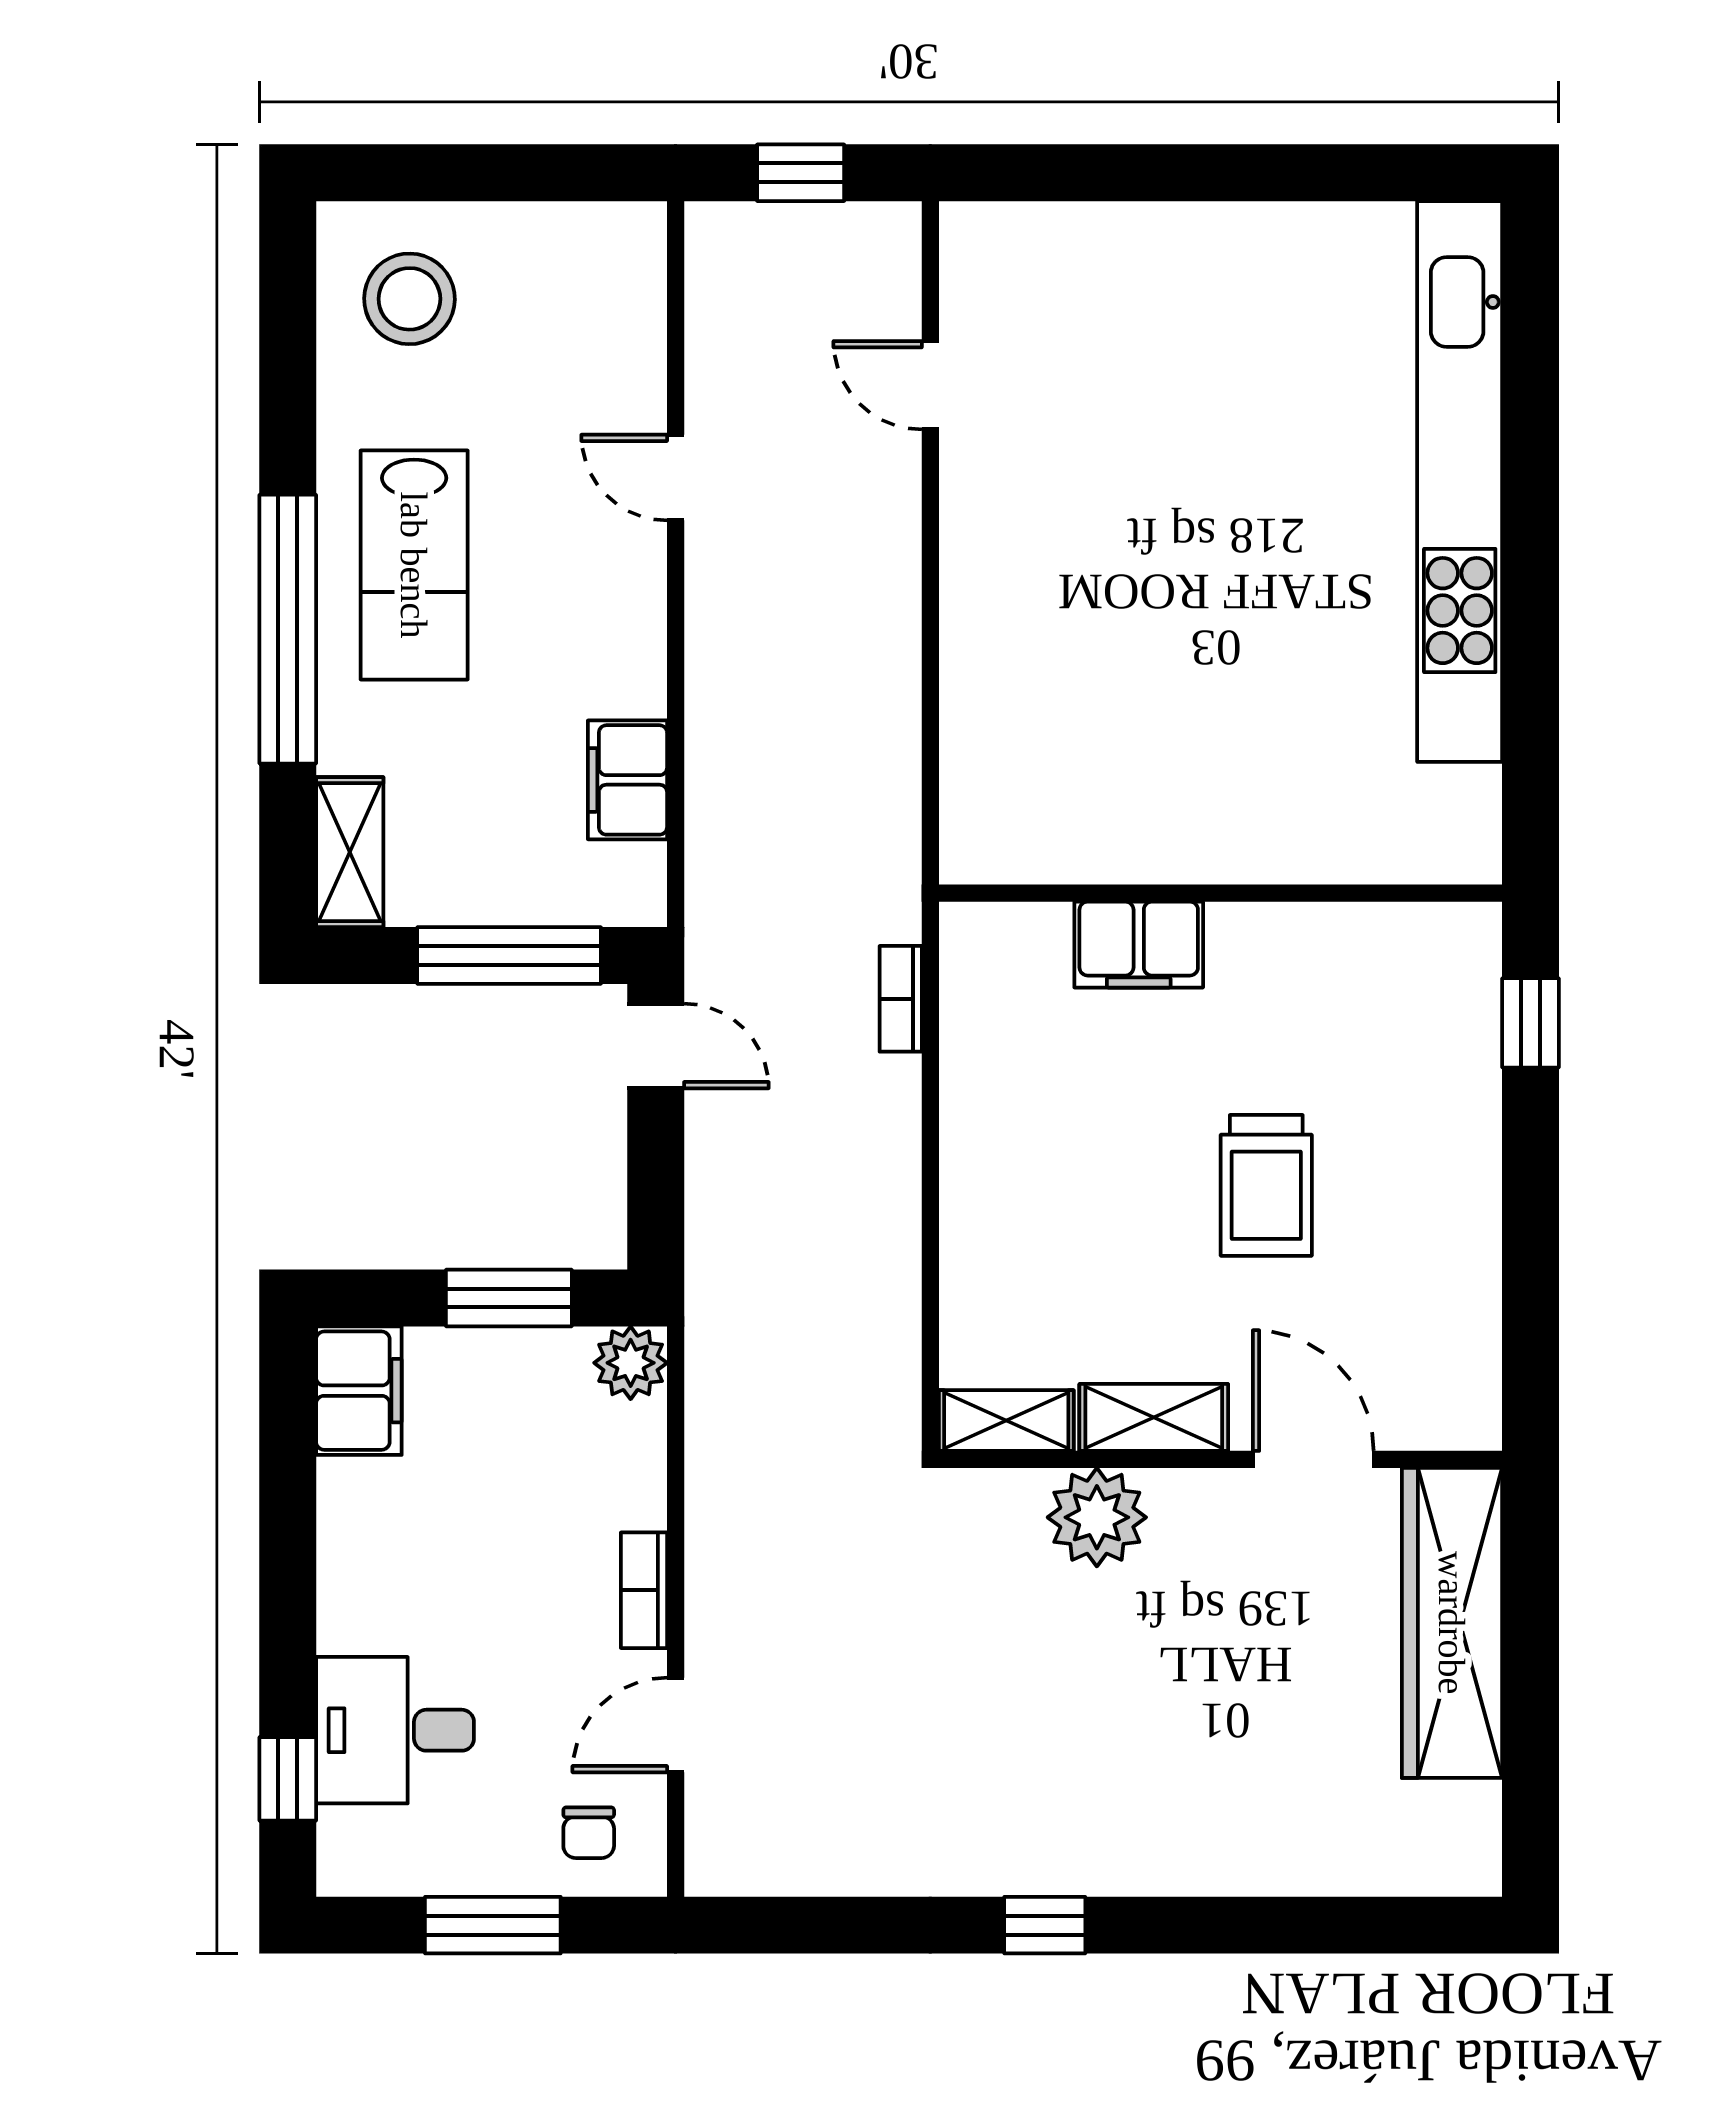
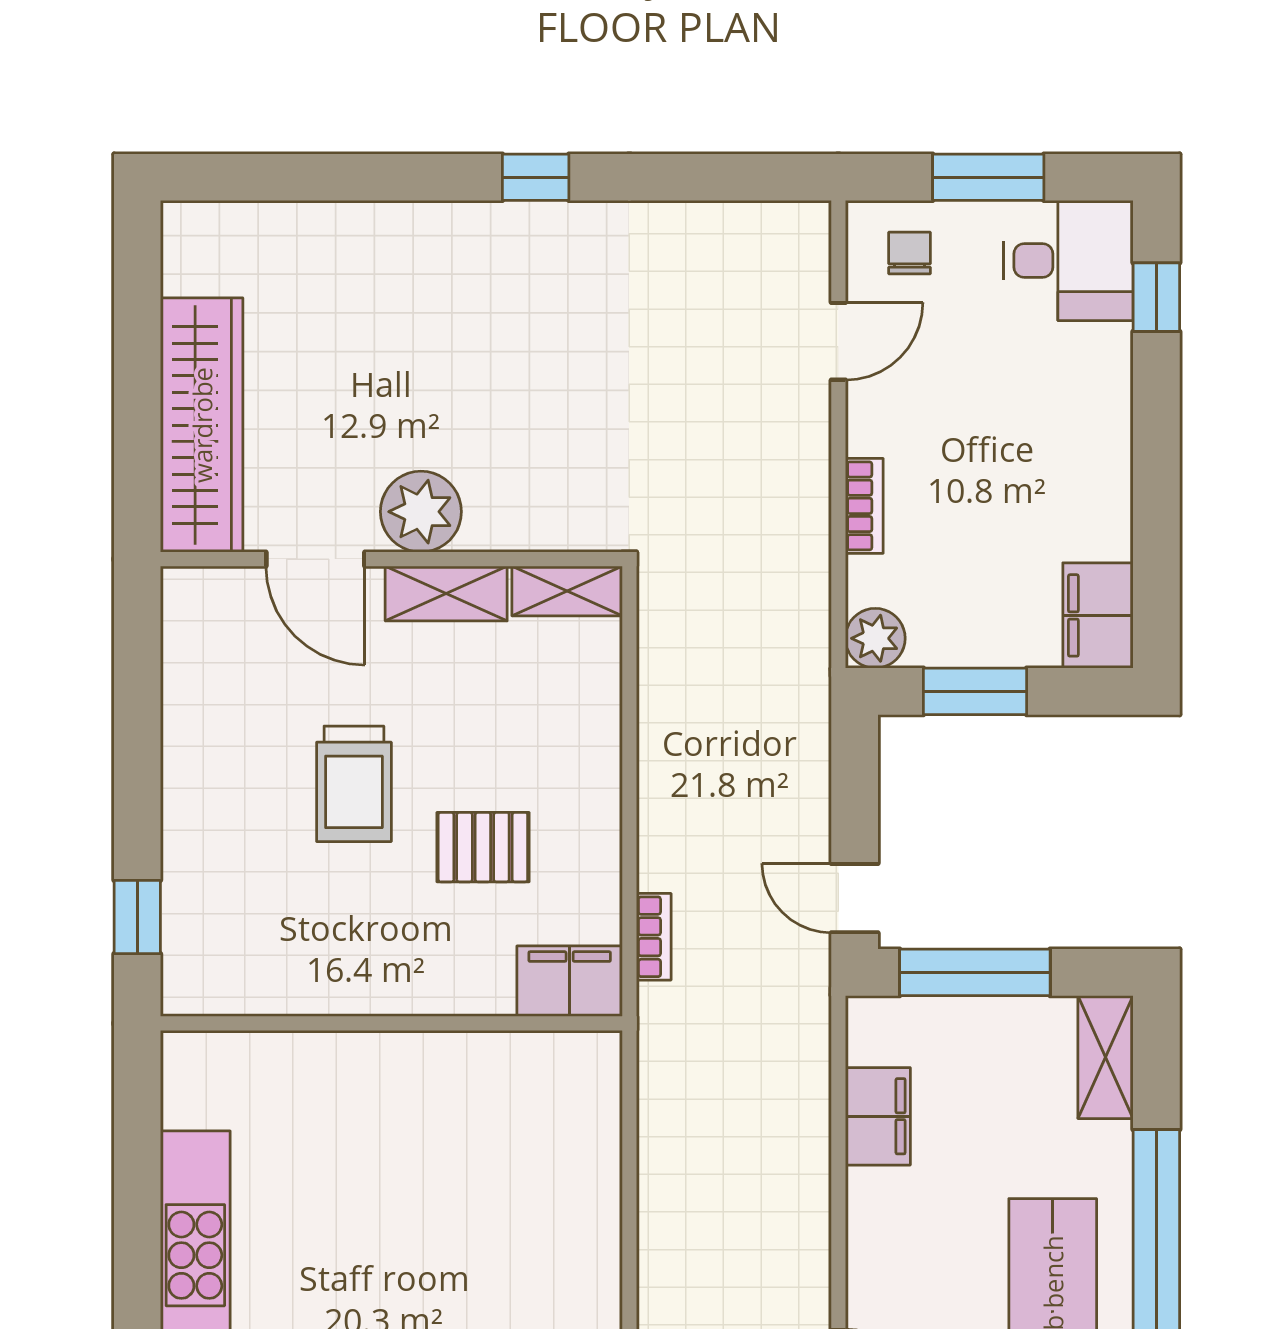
filing cabinet: (1139, 945) -> (570, 981), moved
pallet: (1109, 1108) -> (483, 847), added
trolley: (1266, 1185) -> (354, 784), turned 180
plant: (1097, 1517) -> (421, 512), moved
bookcase: (644, 1590) -> (864, 506), moved
desk: (395, 1730) -> (1068, 260), moved

